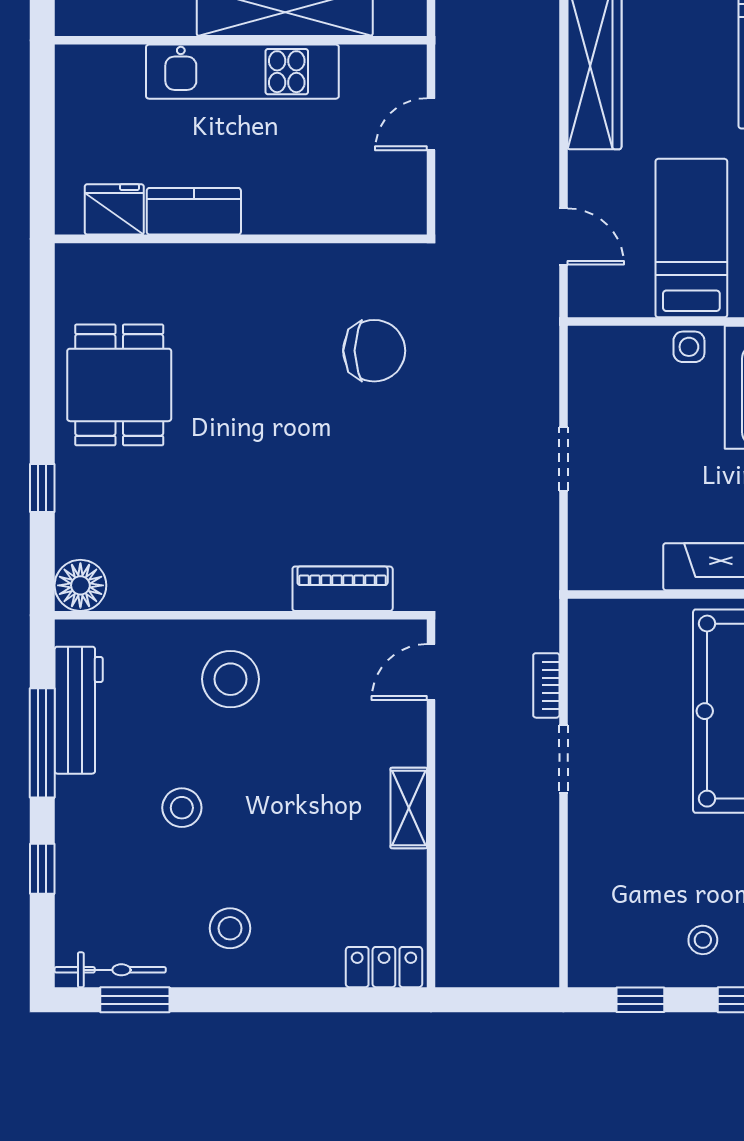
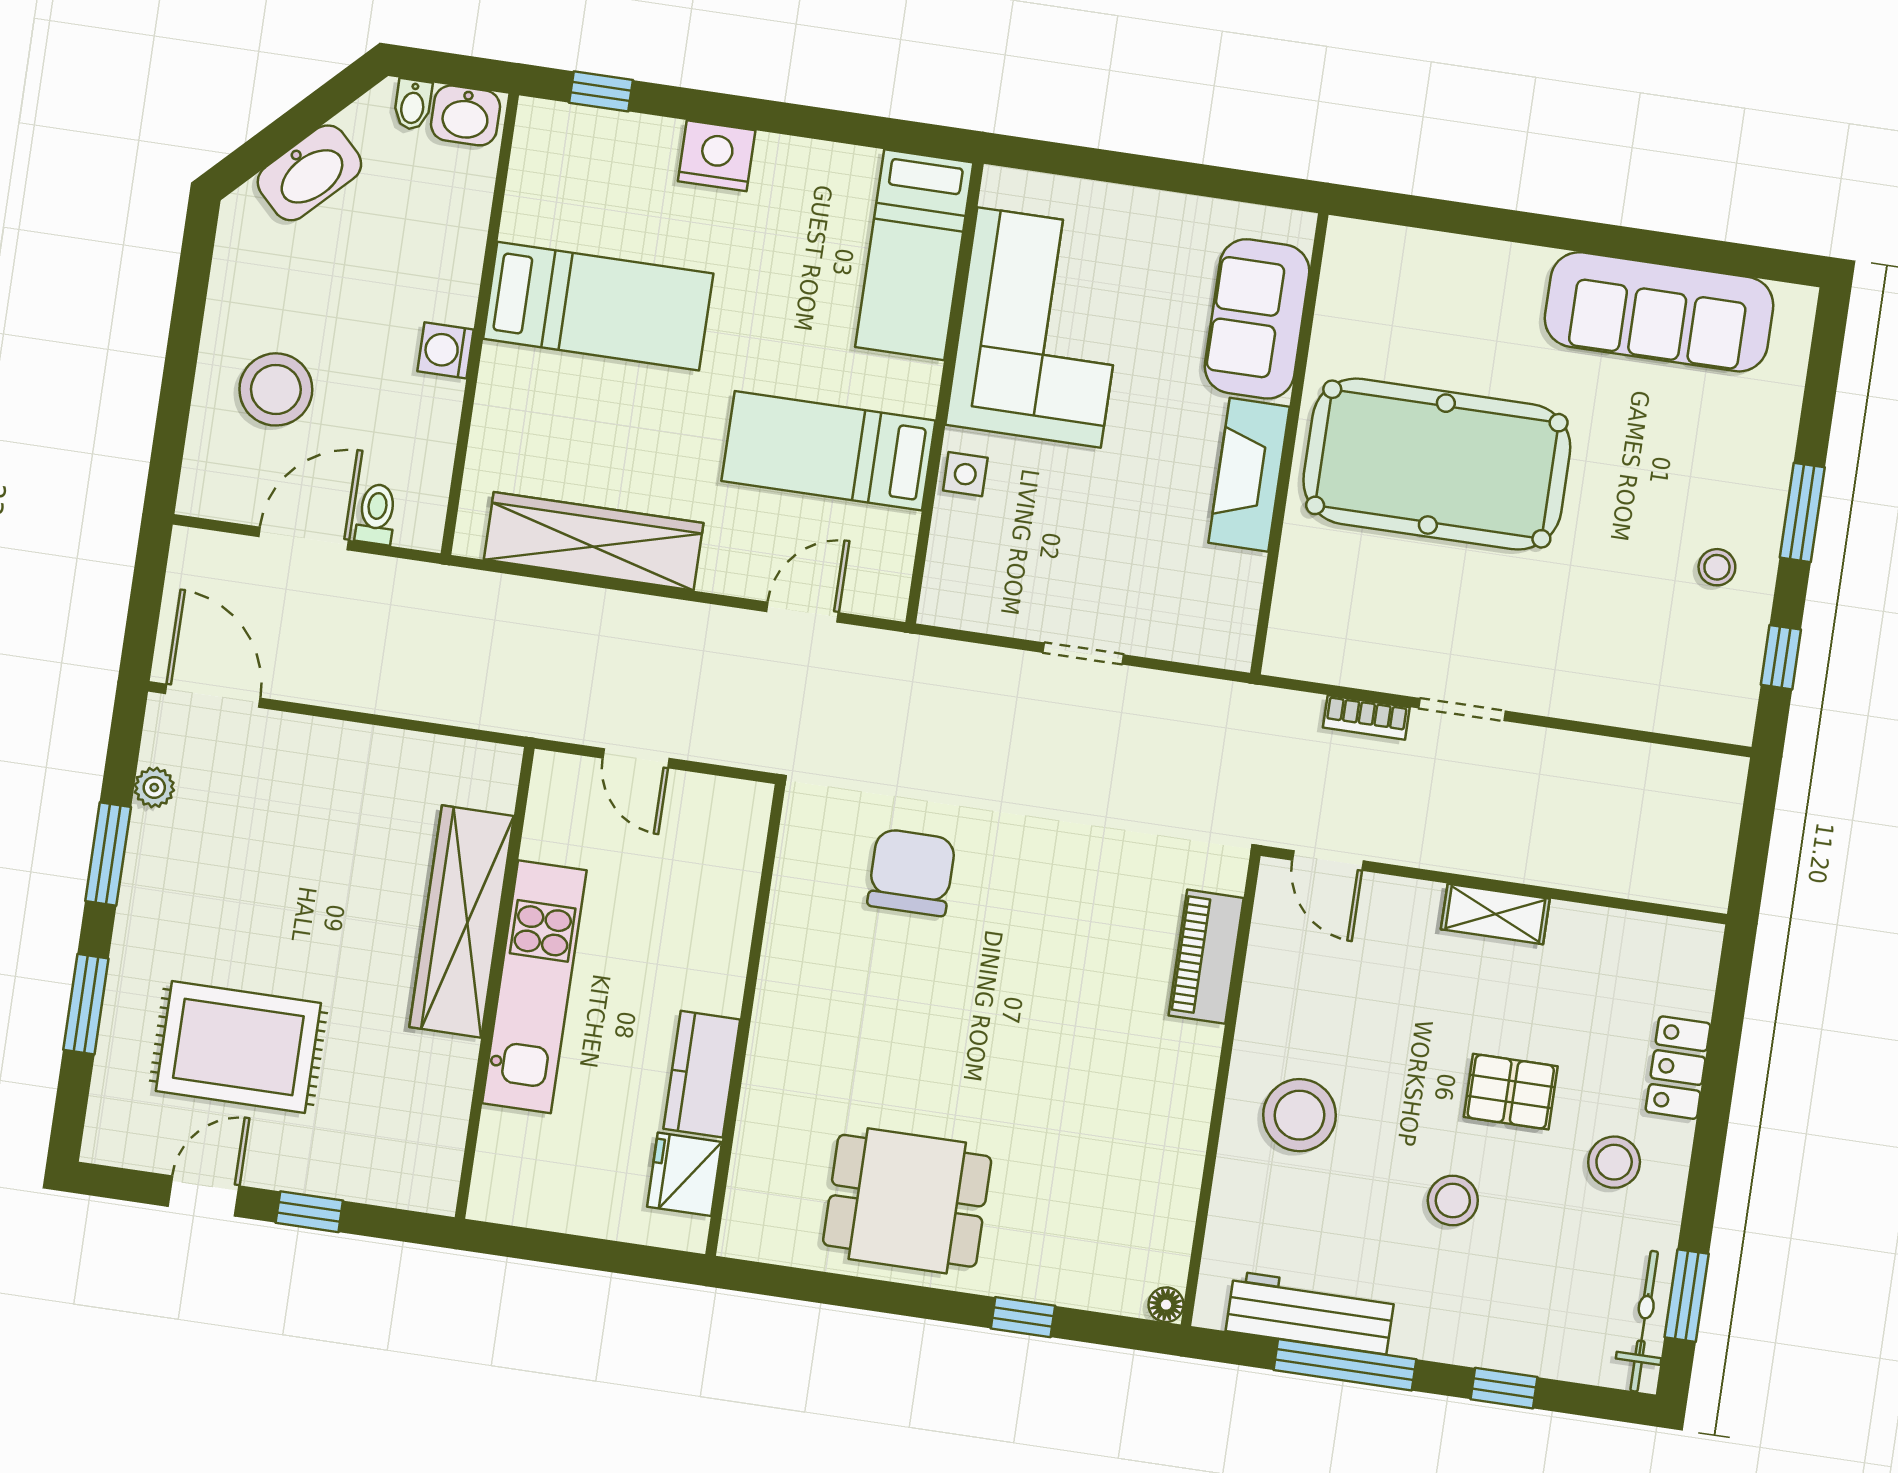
floor lamp: (80, 585) -> (1166, 1305), width x0.53, depth x0.53
pallet: (273, 840) -> (1511, 1092), added
locker: (384, 967) -> (1678, 1068), moved

